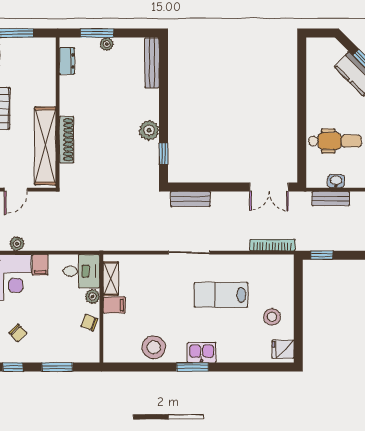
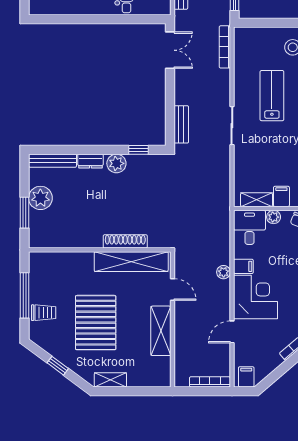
plant: (107, 44) -> (40, 198), width x1.88, depth x1.88
dresser: (67, 61) -> (90, 161), moved, turned 180
plant: (17, 244) -> (224, 272), moved
lab bench: (221, 295) -> (272, 96), turned 180

